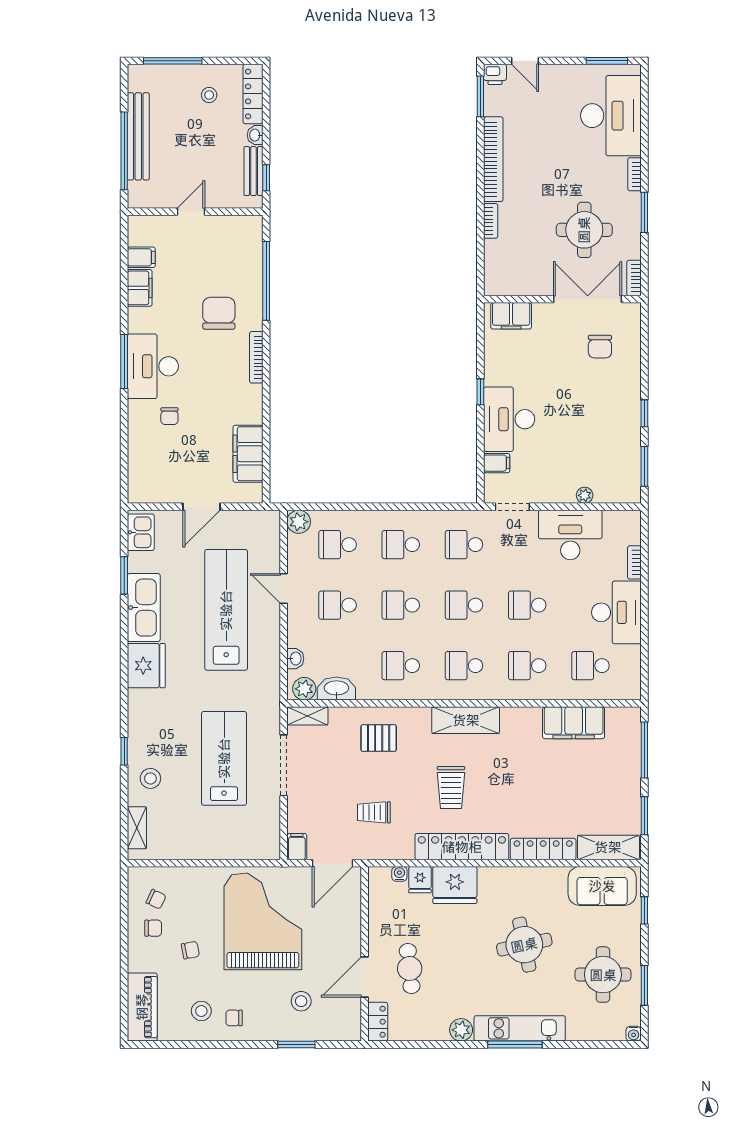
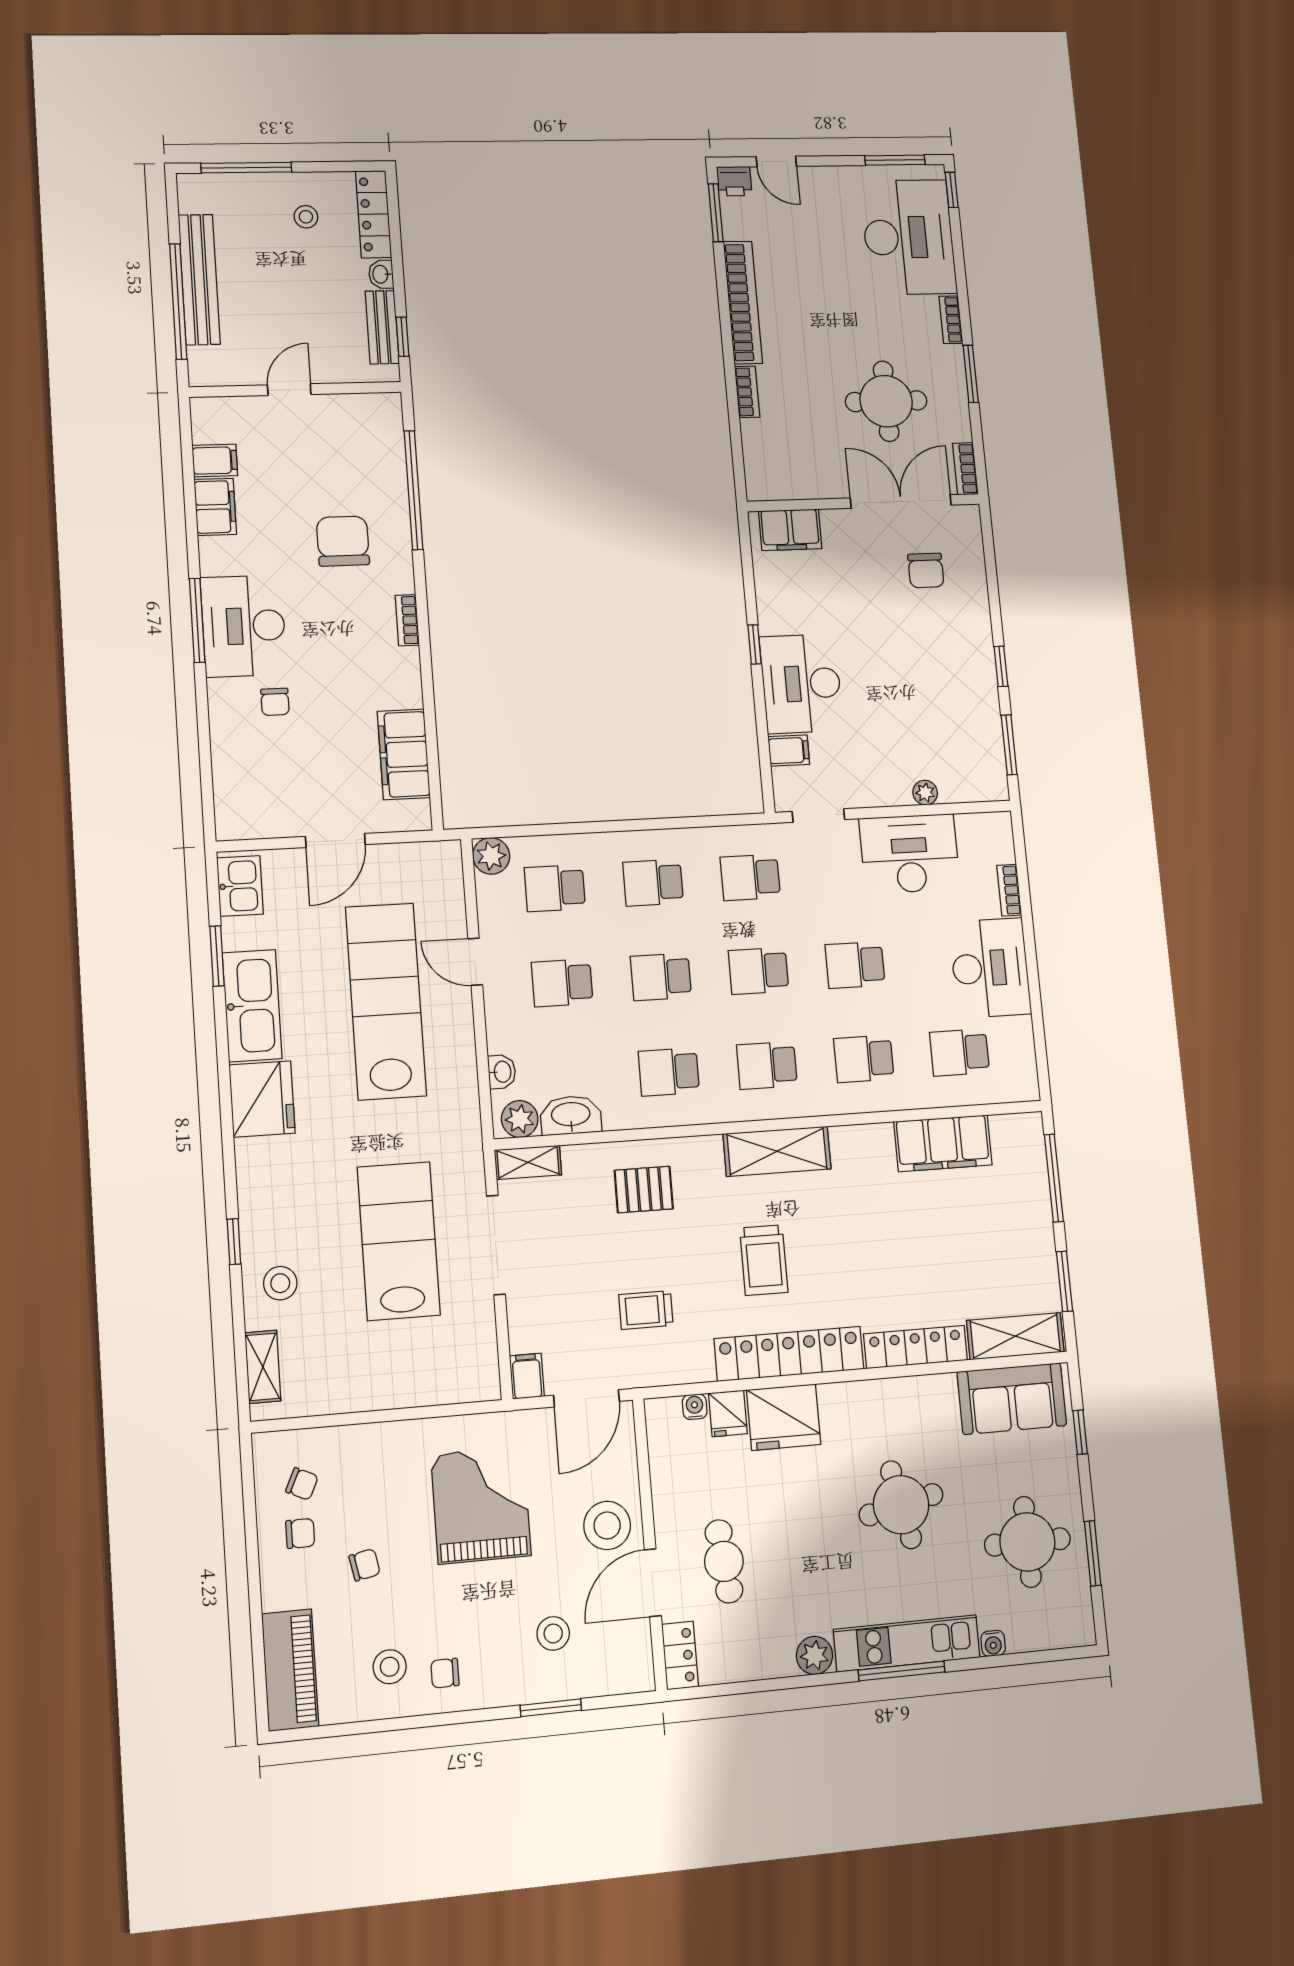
window: (644, 83) -> (952, 190), added
bookcase: (256, 357) -> (407, 620), width x0.64
grand piano: (263, 921) -> (481, 1505), width x0.73, depth x0.68
stool: (339, 940) -> (607, 1525), added
water cooler: (634, 1034) -> (993, 1643), moved

